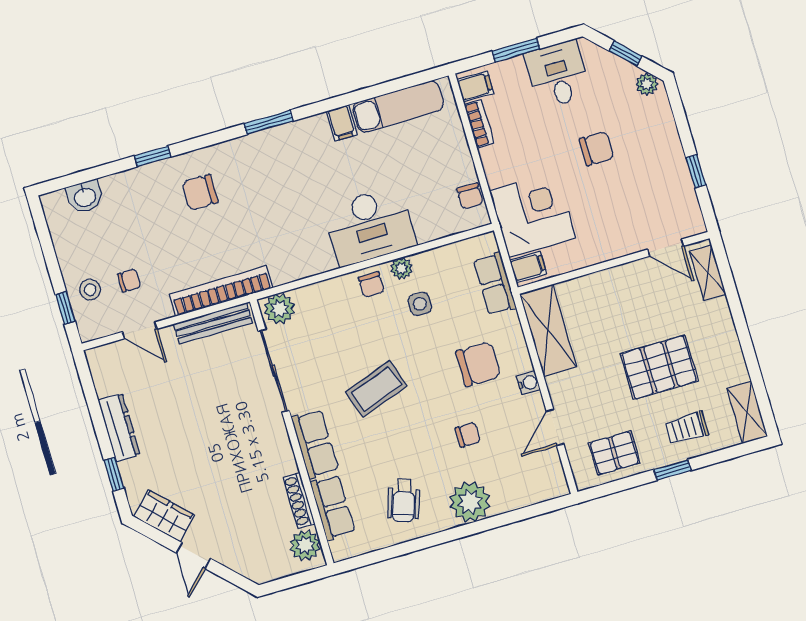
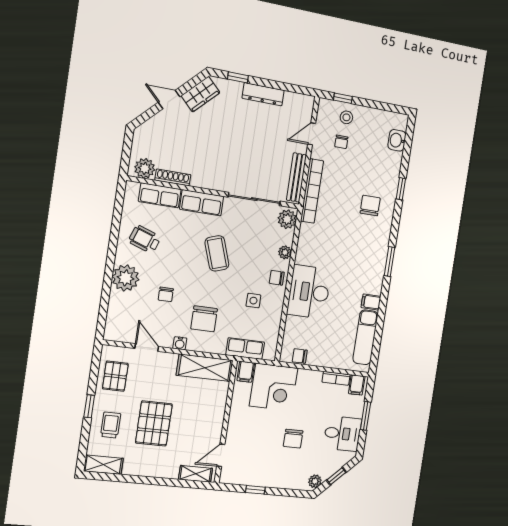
plant: (401, 268) -> (285, 252), moved

